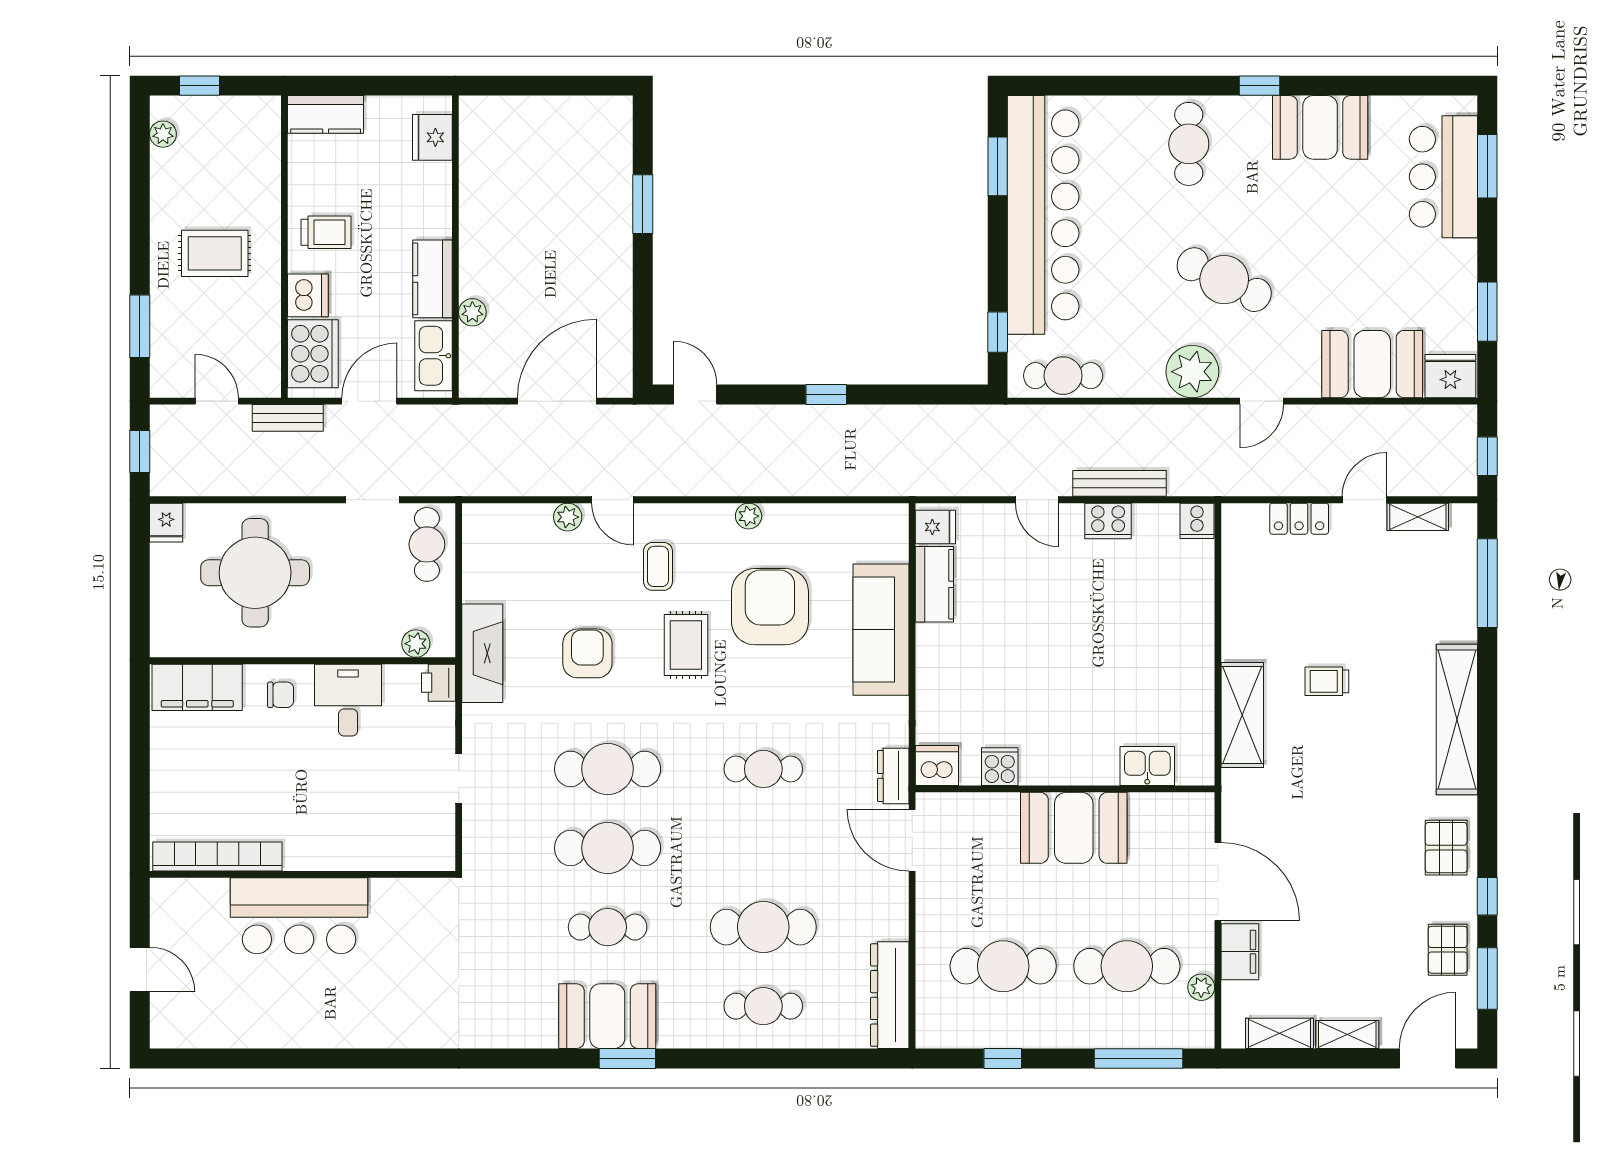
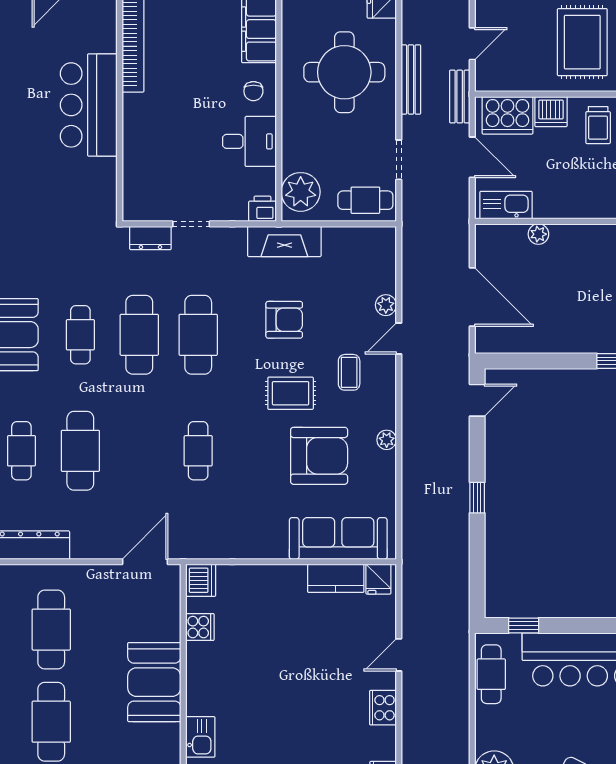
rug: (215, 253) -> (582, 42), width x1.36, depth x1.43
kitchen counter: (433, 279) -> (563, 204), removed
bench: (1120, 483) -> (411, 79), moved
coffee table: (658, 566) -> (349, 372), turned 90
sofa: (881, 630) -> (338, 538), moved
plant: (416, 644) -> (301, 192), width x1.88, depth x1.88
dresser: (893, 776) -> (150, 238), moved, turned 180

